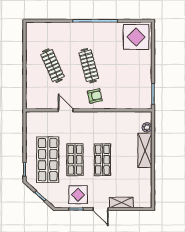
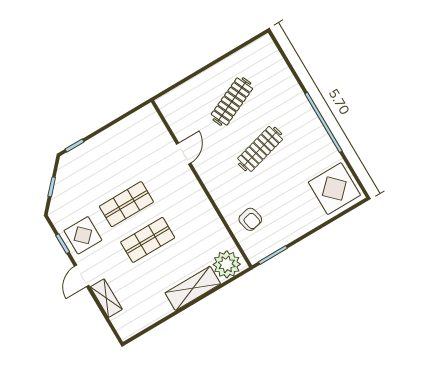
armchair: (95, 96) -> (250, 219), moved
plant: (147, 127) -> (227, 264), width x1.87, depth x1.87
shop shelf: (48, 160) -> (105, 168), removed

